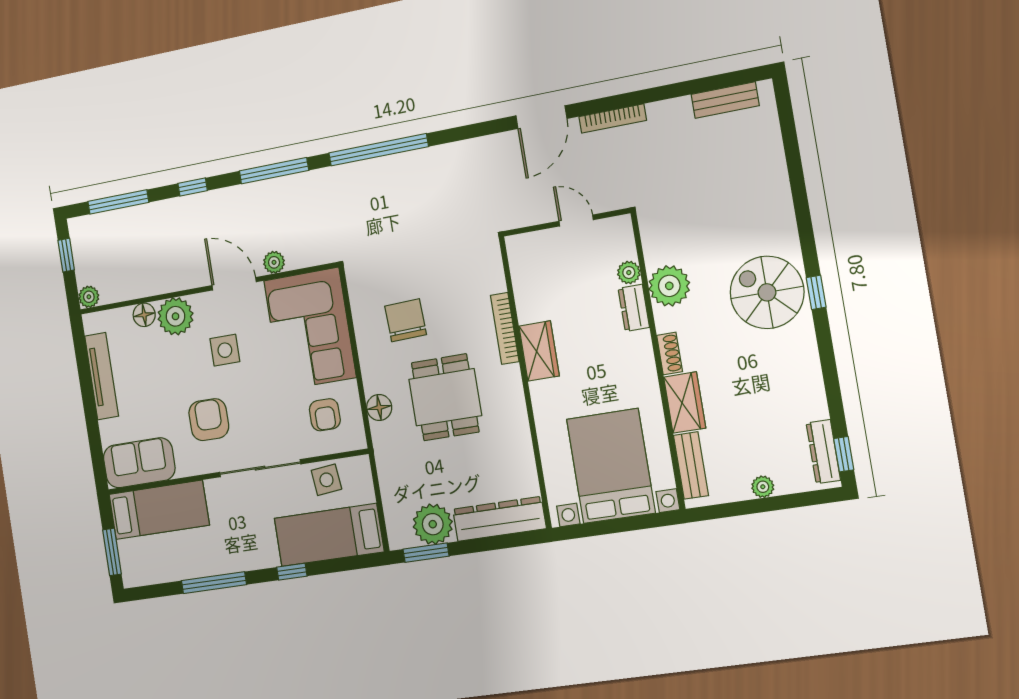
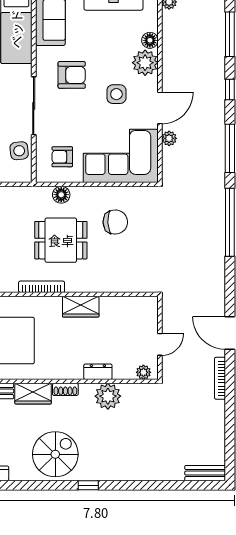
bench: (725, 100) -> (205, 473), moved, turned 90
plant: (629, 273) -> (143, 372), moved
spiral stairs: (767, 292) -> (55, 454), moved
bookcase: (505, 328) -> (42, 287), moved

